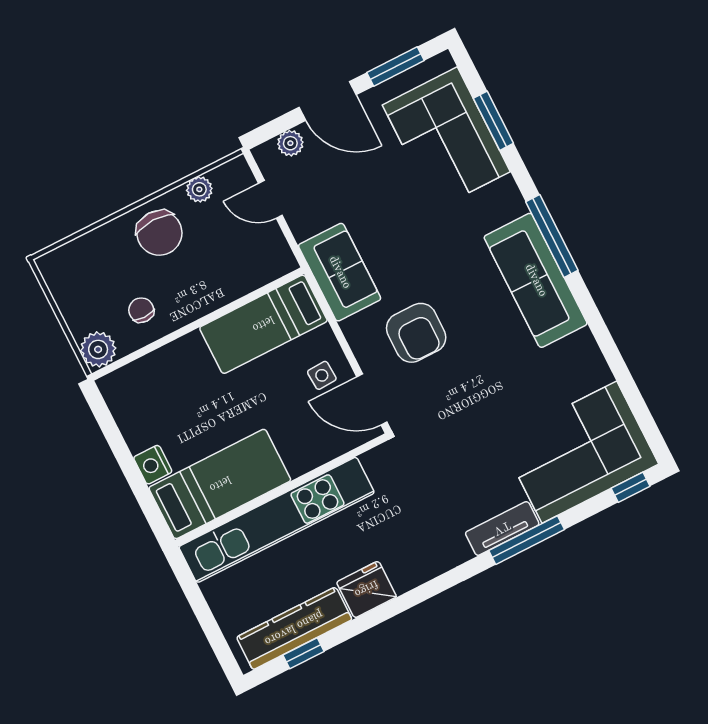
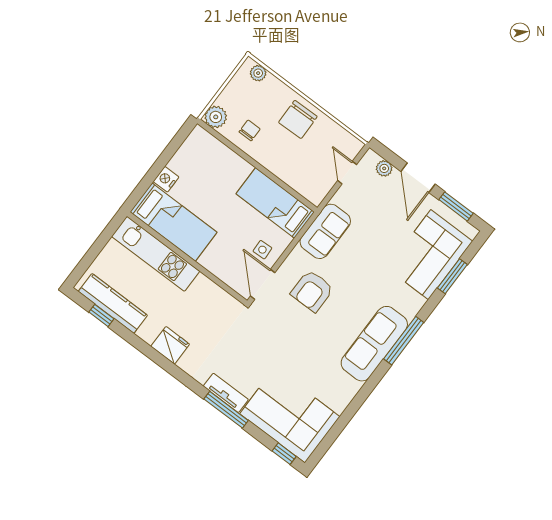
plant: (199, 189) -> (258, 73), moved
kitchen unit: (277, 520) -> (156, 254), width x0.73
fridge: (366, 589) -> (170, 345), moved

